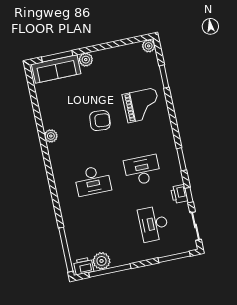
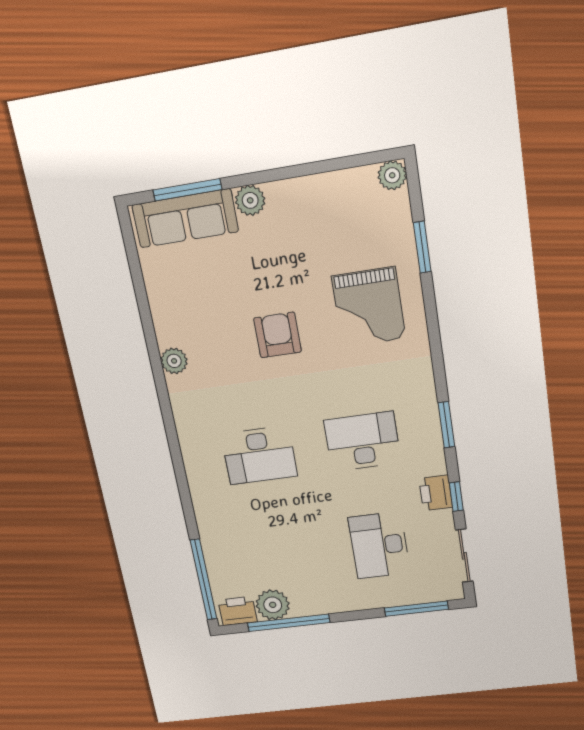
grand piano: (142, 105) -> (369, 307), turned 90
armchair: (100, 121) -> (278, 335), turned -95

